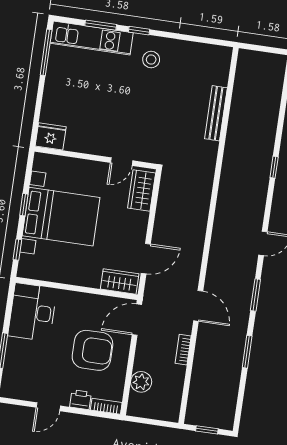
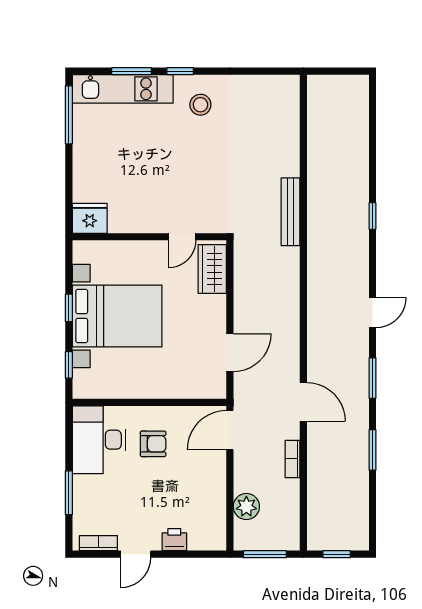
bench: (216, 113) -> (291, 212), moved
wardrobe: (120, 281) -> (202, 386), removed
armchair: (92, 350) -> (153, 444), moved, width x0.53, depth x0.53
bookcase: (106, 406) -> (98, 543), moved
window: (150, 422) -> (265, 554), added

